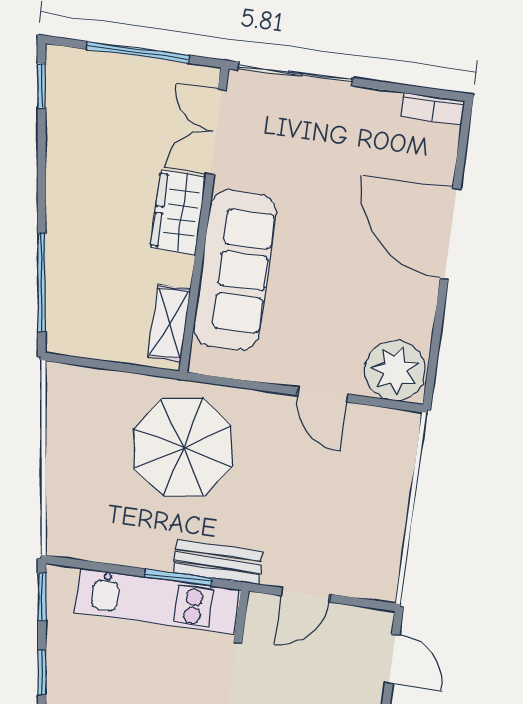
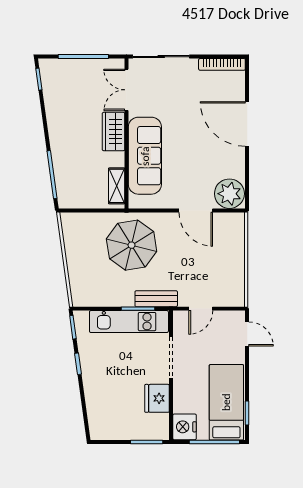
bookcase: (433, 109) -> (222, 64), width x1.56
door: (323, 395) -> (196, 210), width x1.38

